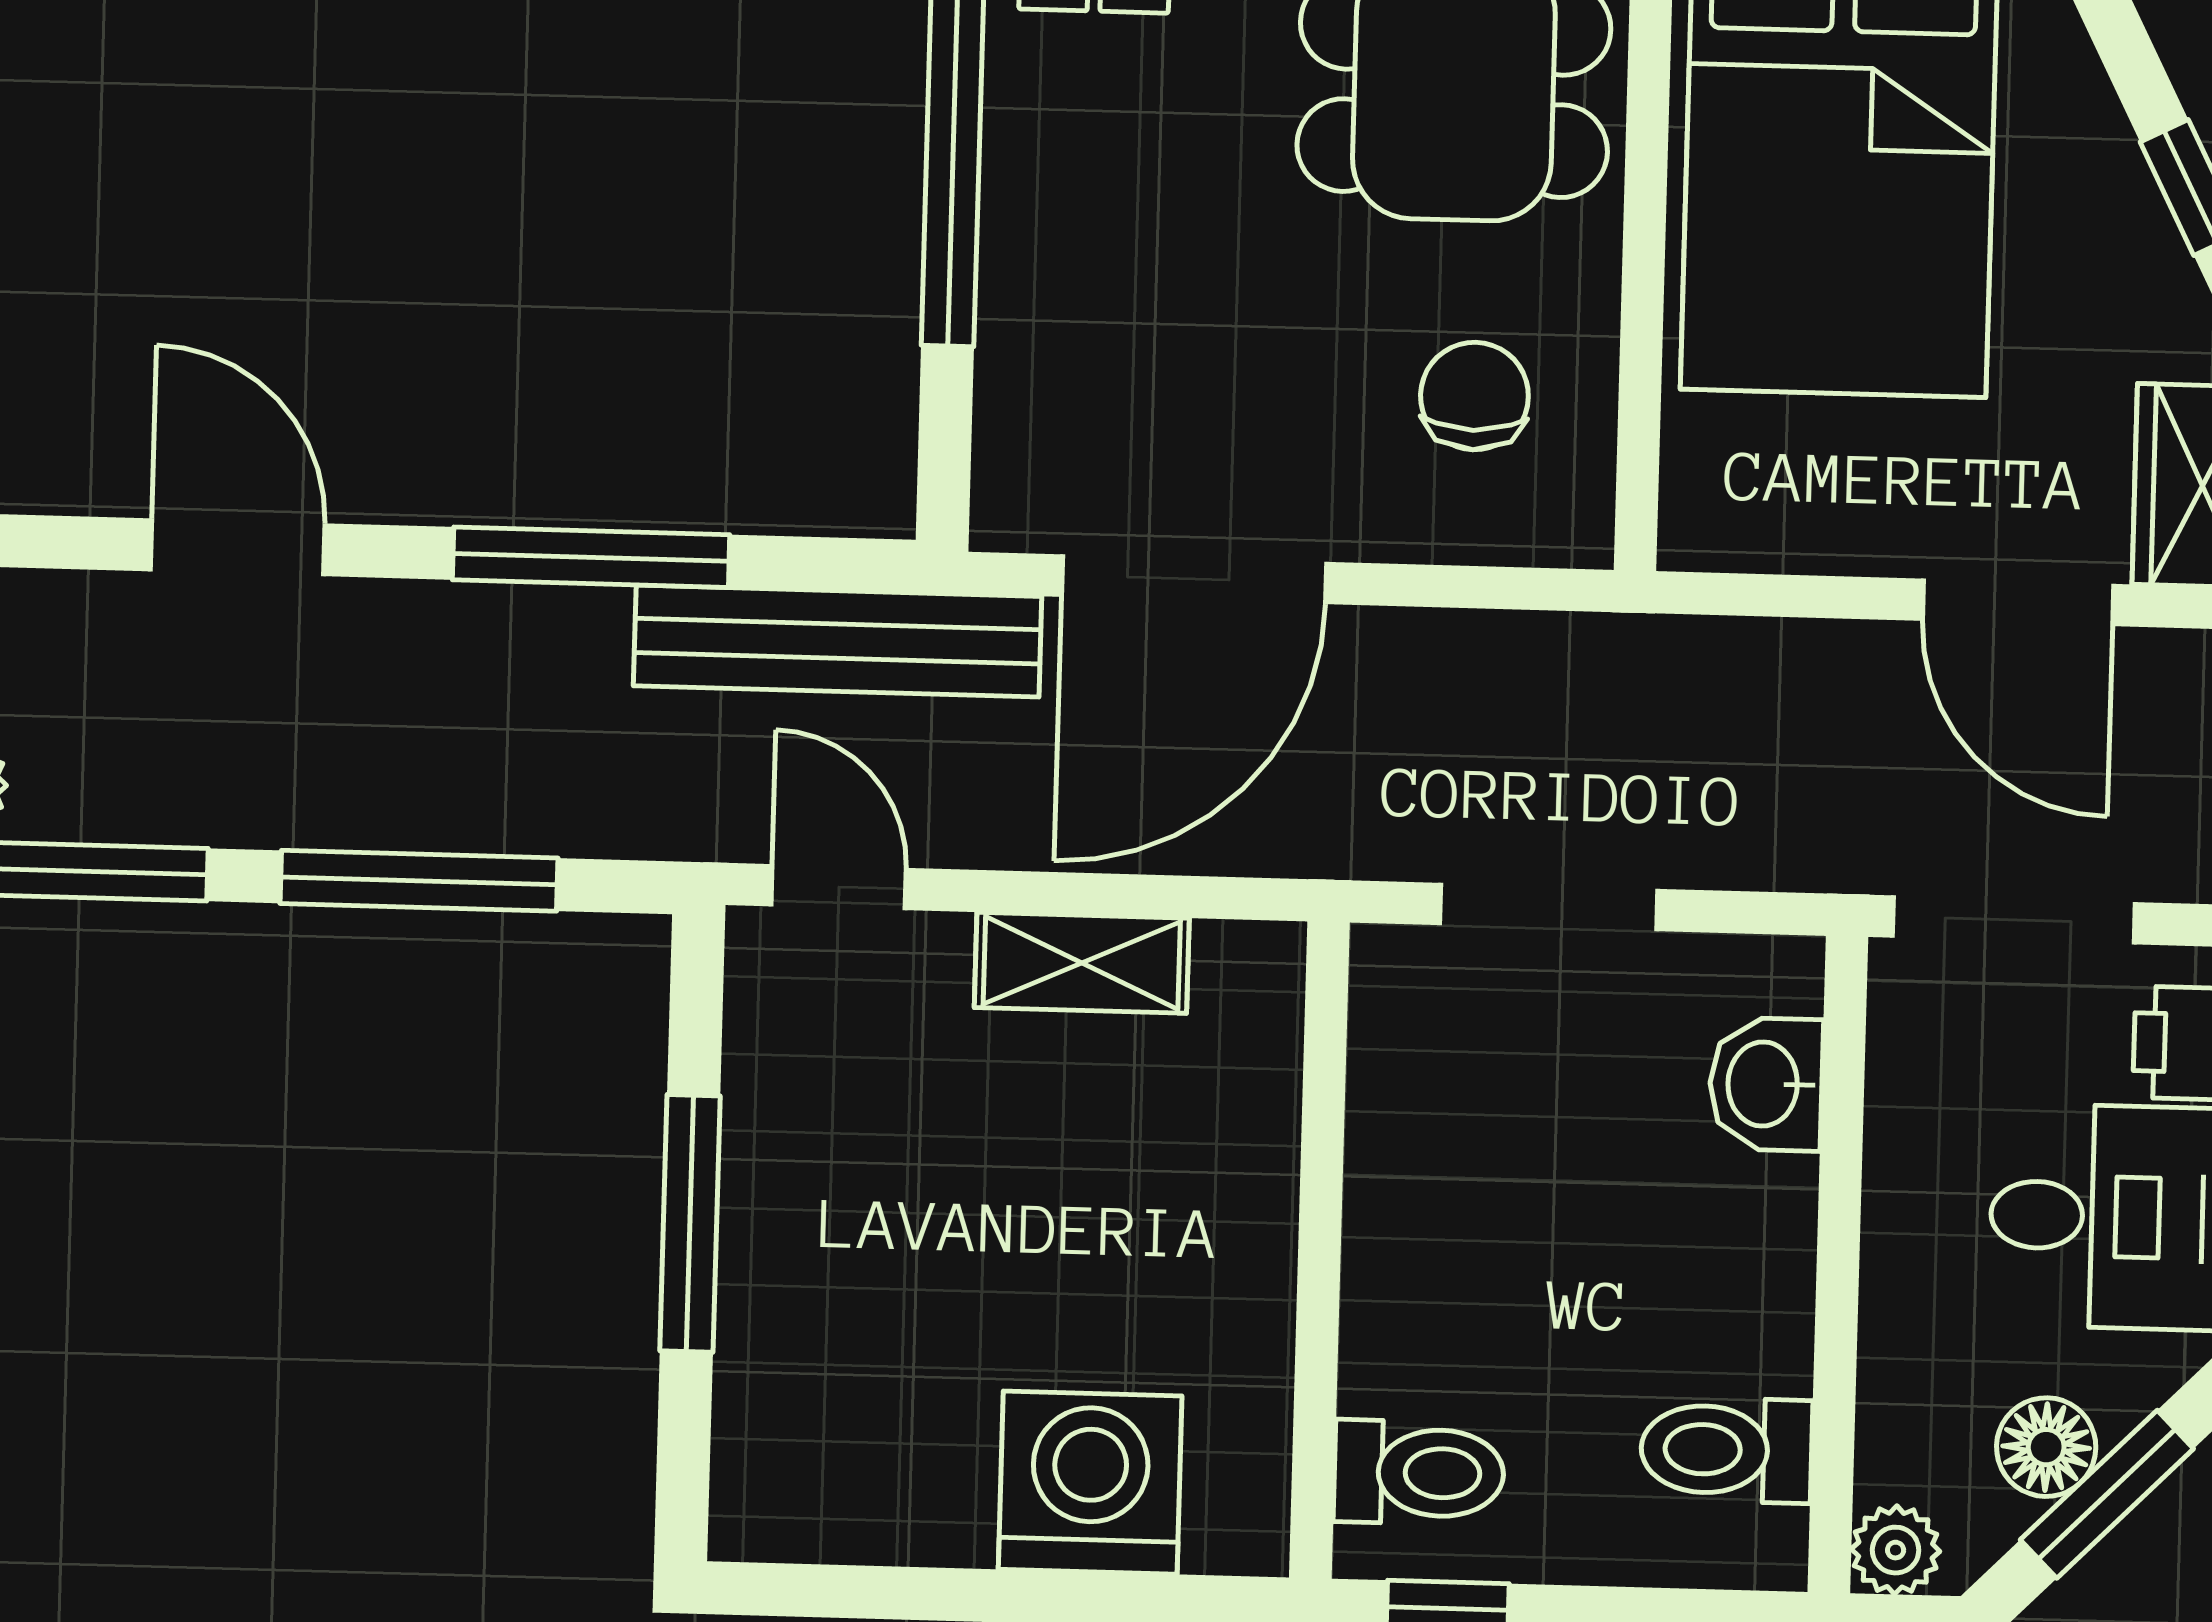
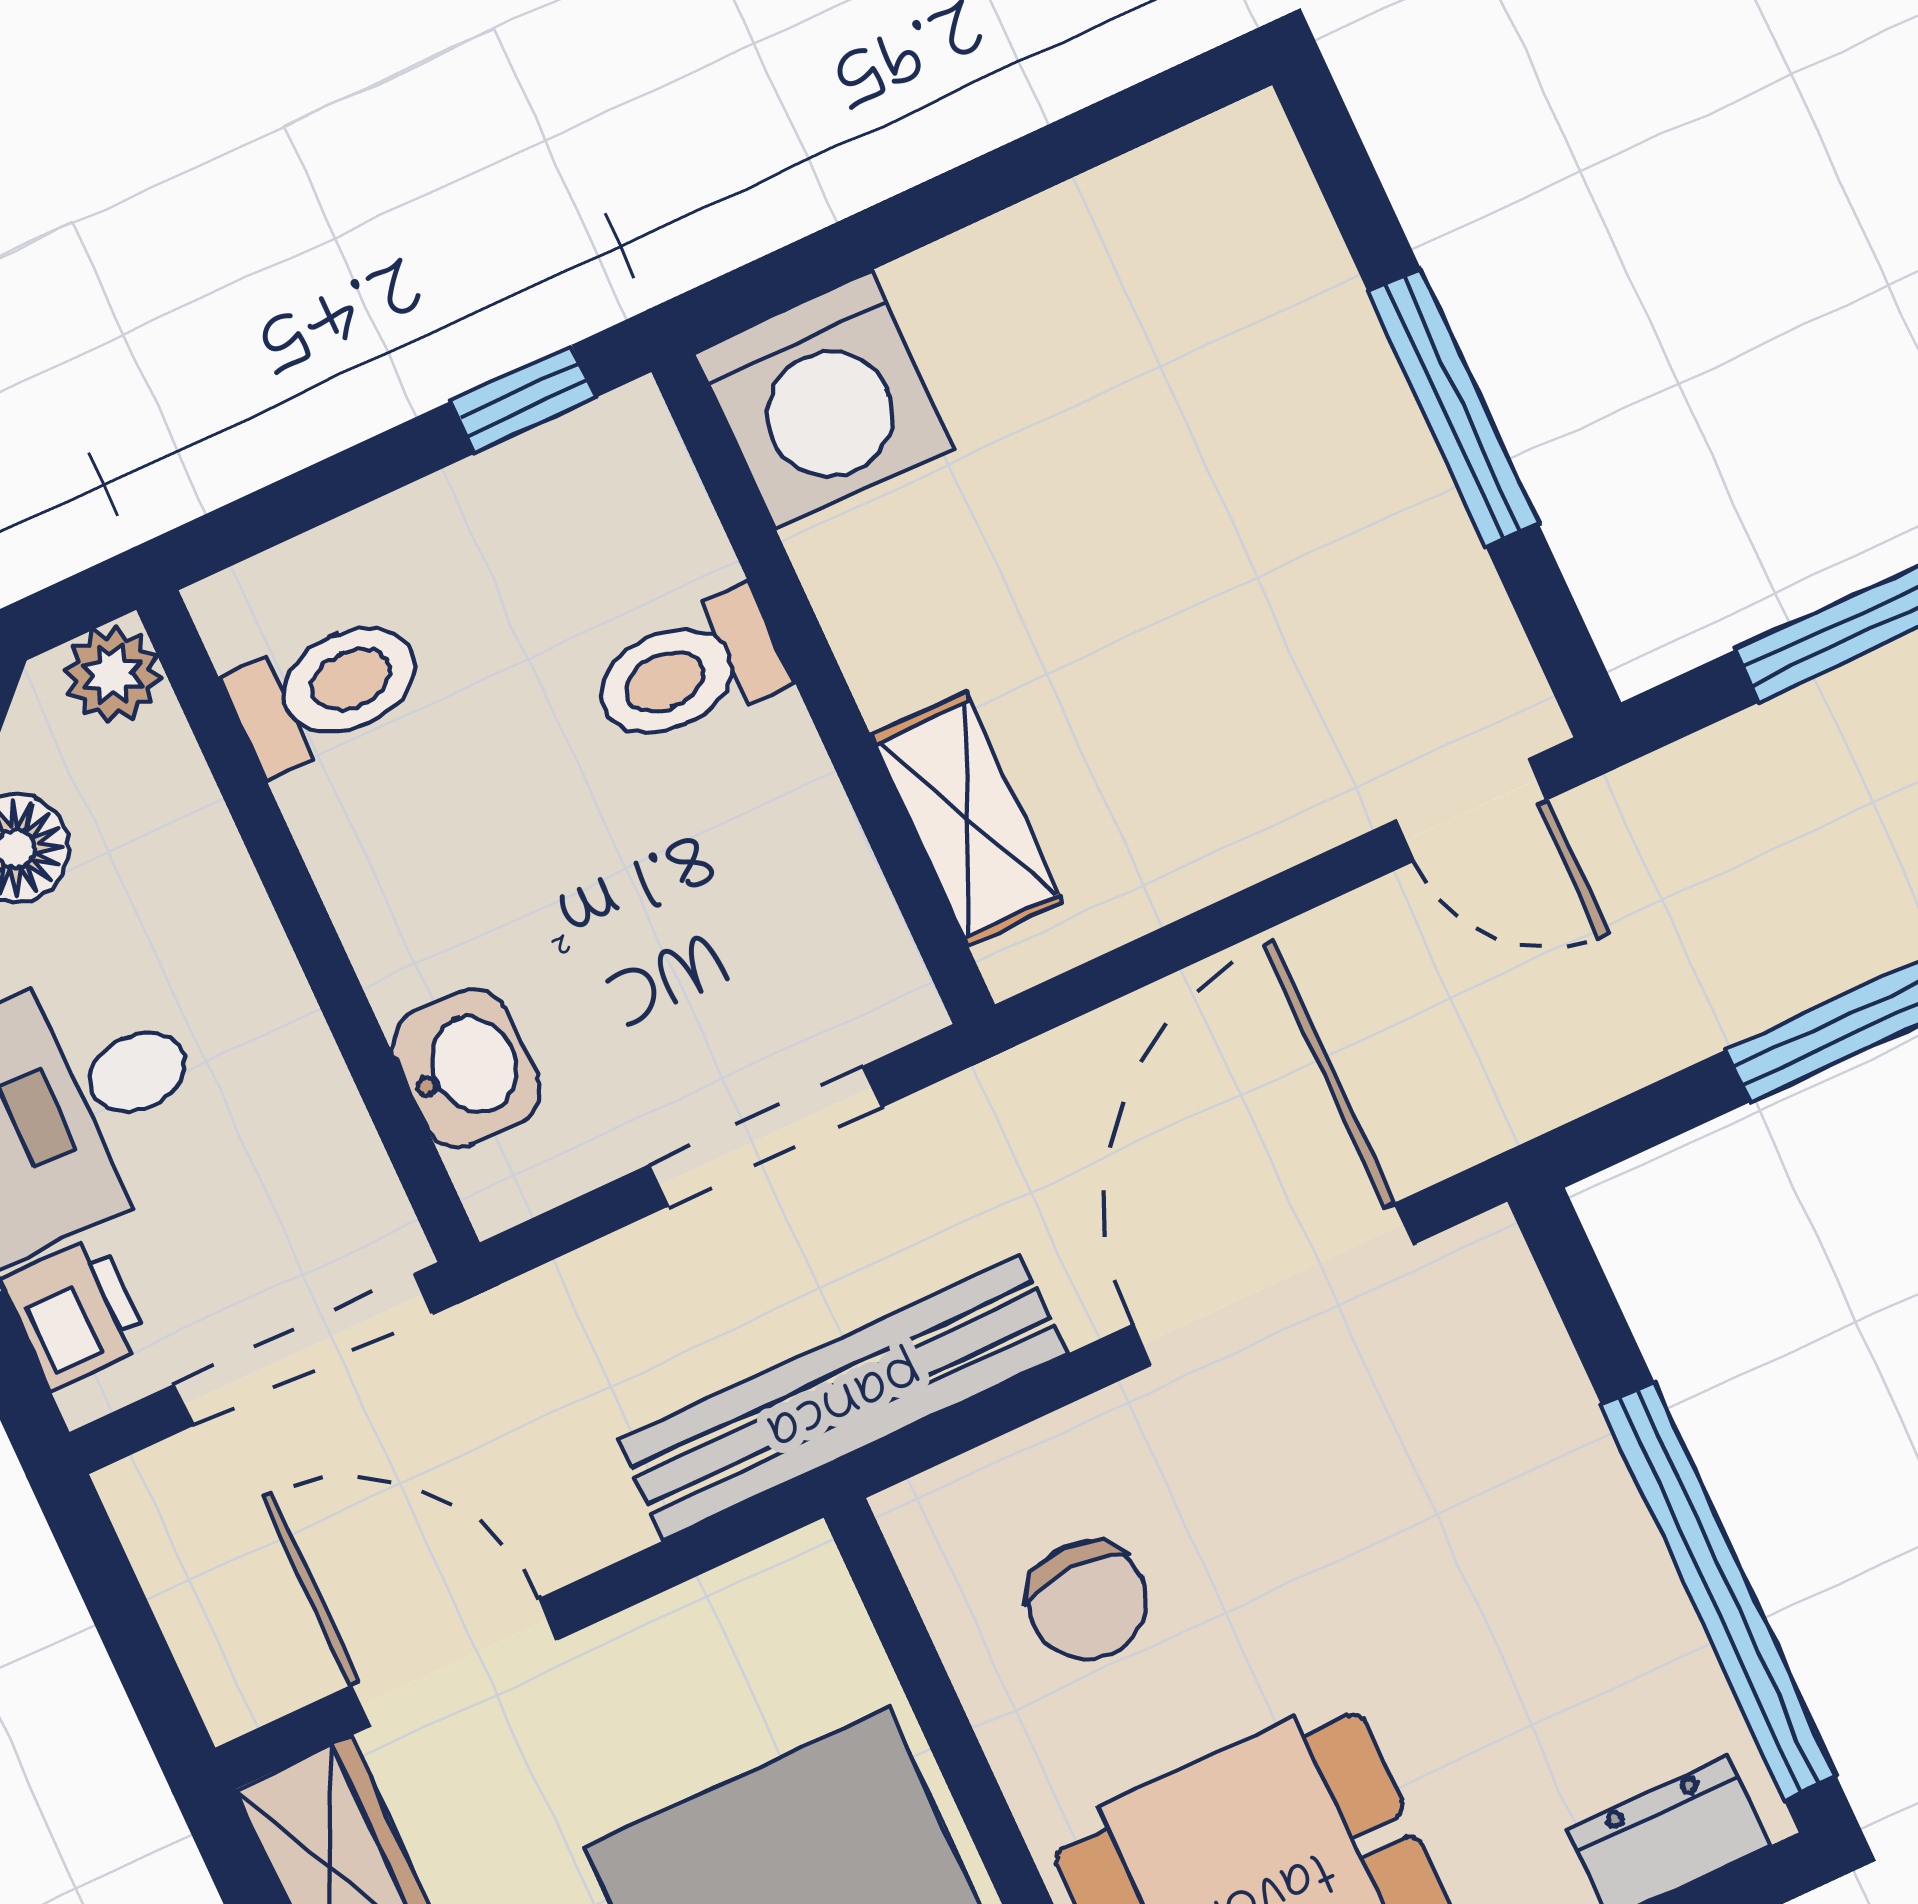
bench: (838, 641) -> (842, 1397), moved
shelving: (1082, 963) -> (967, 819), moved, turned 90
toilet: (1419, 1473) -> (688, 671), moved
washing machine: (1090, 1483) -> (823, 400), moved

